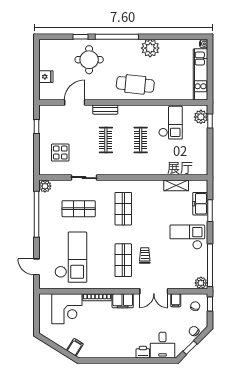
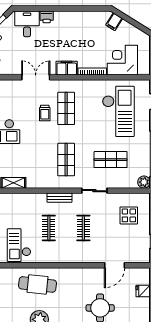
cafe table: (135, 84) -> (38, 284), moved
bench: (105, 110) -> (59, 198), moved
sliding door: (84, 178) -> (94, 191), moved
checkout: (71, 257) -> (118, 111), turned 180
filing cabinet: (176, 300) -> (14, 68), removed

